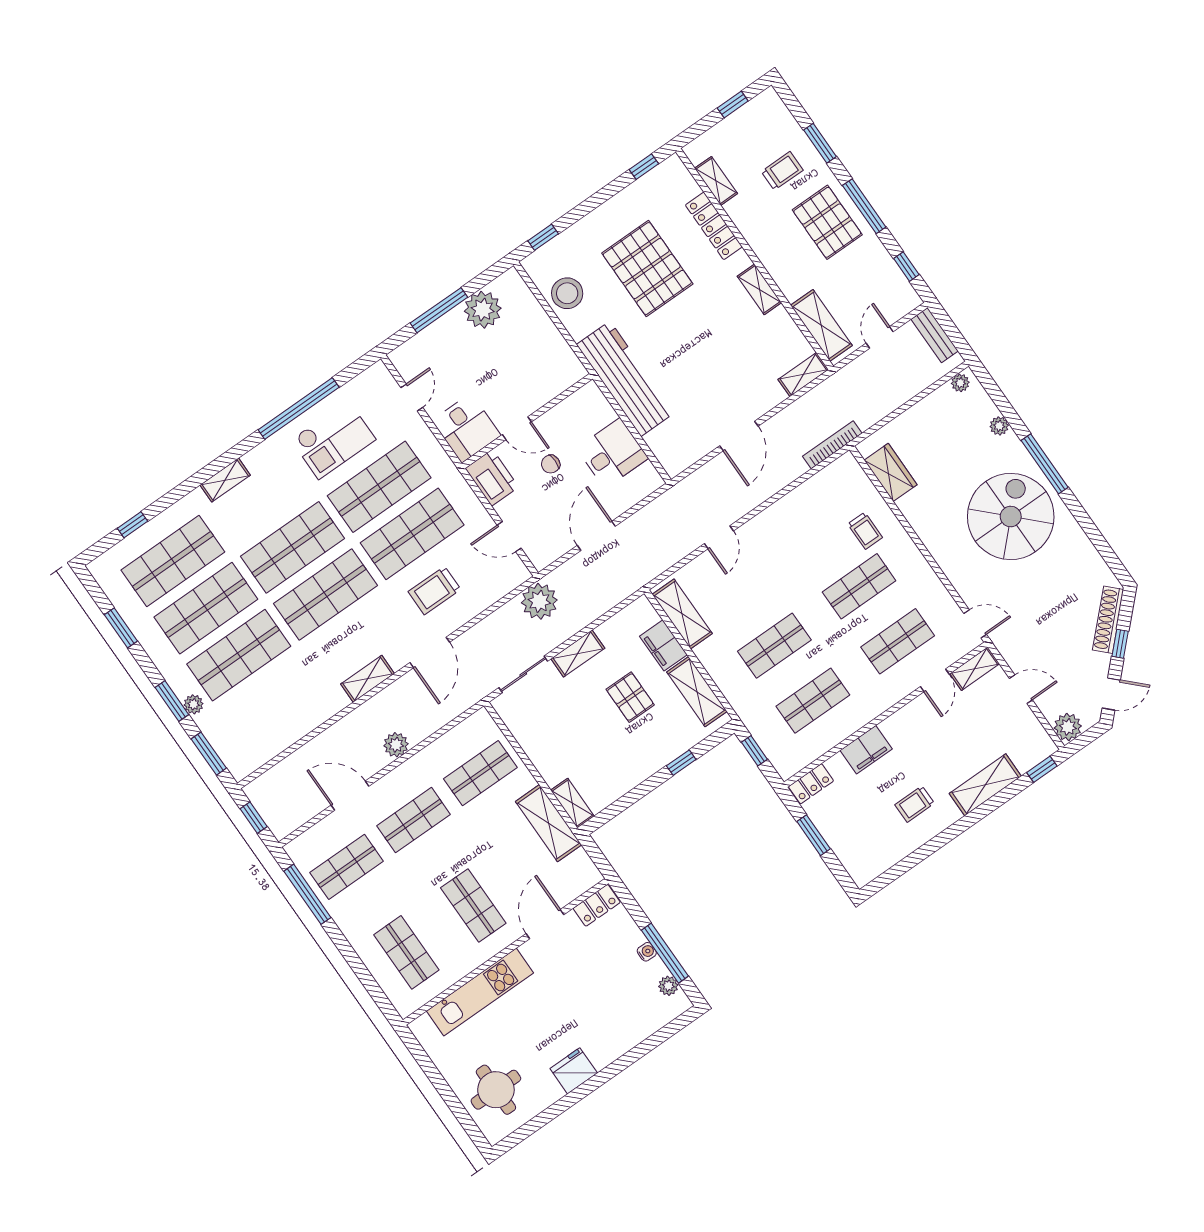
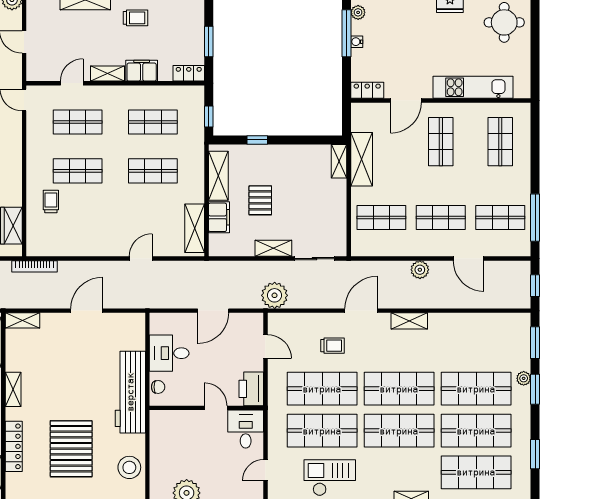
chair: (551, 464) -> (158, 387), moved
trolley: (434, 590) -> (332, 346), width x0.73, depth x0.72
shelving: (975, 669) -> (107, 74), moved

